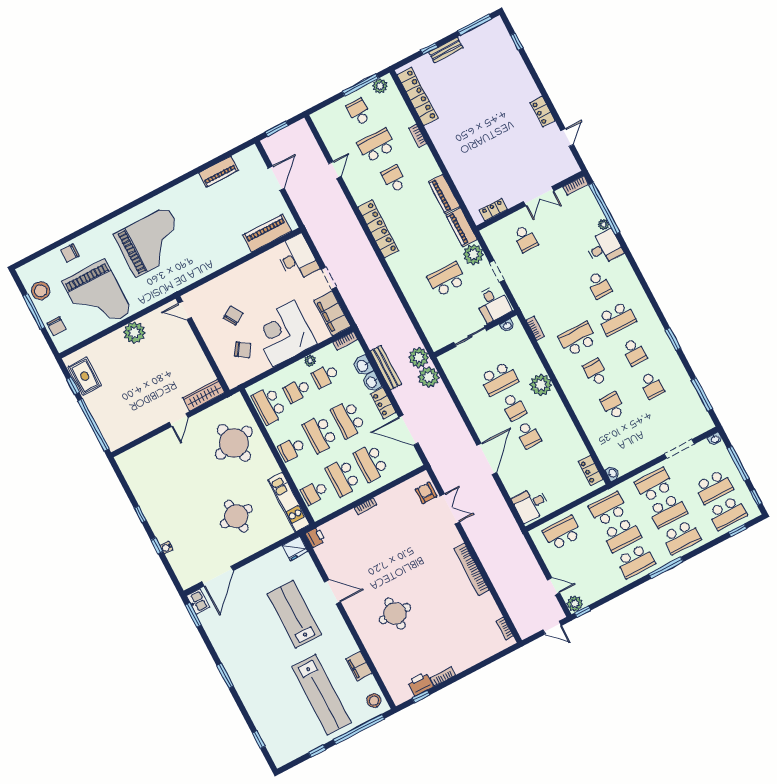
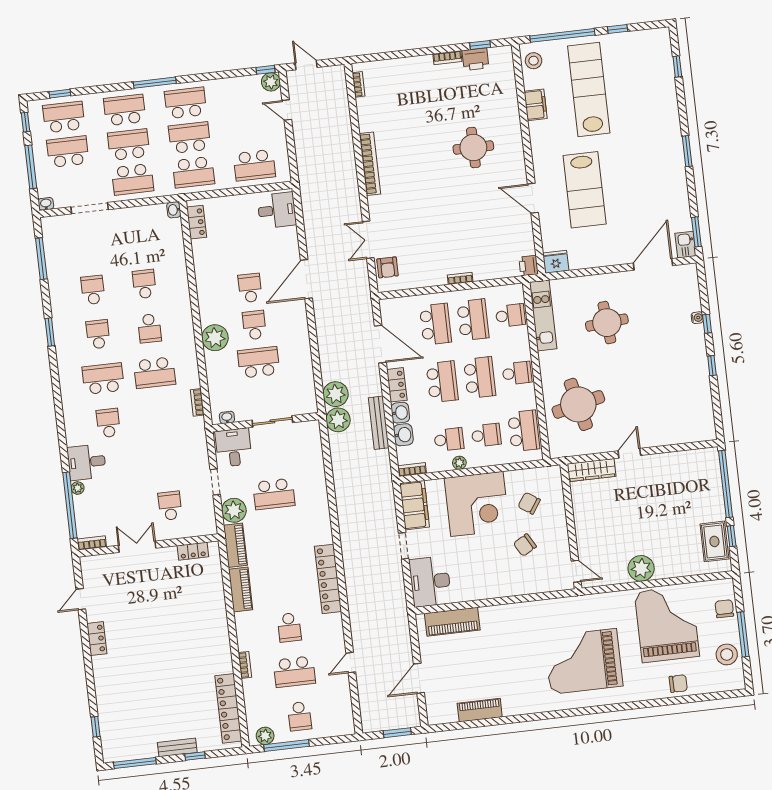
school desk: (613, 406) -> (144, 284), turned 180

